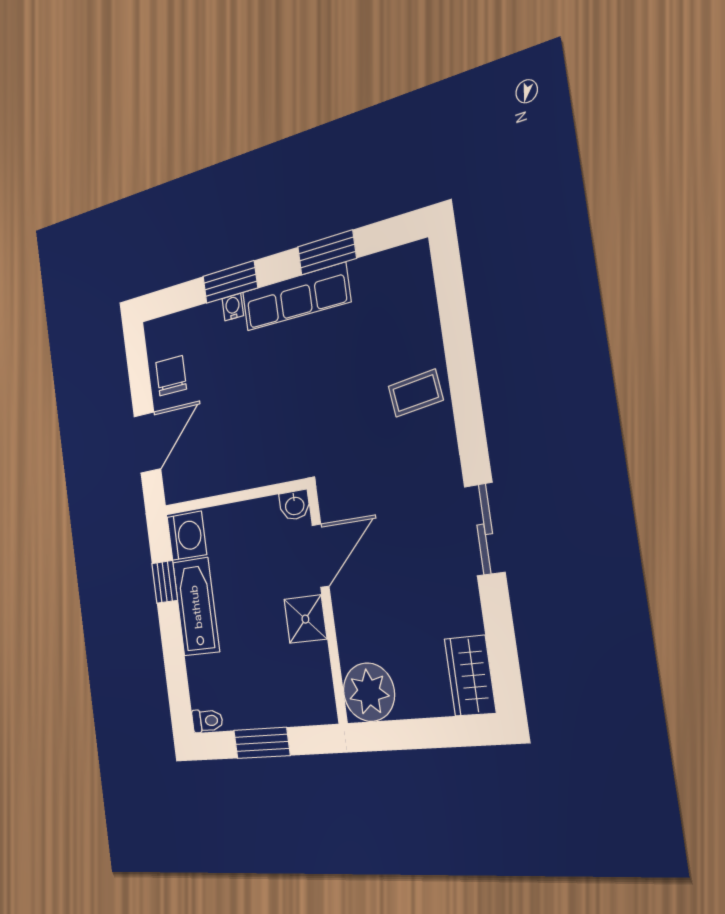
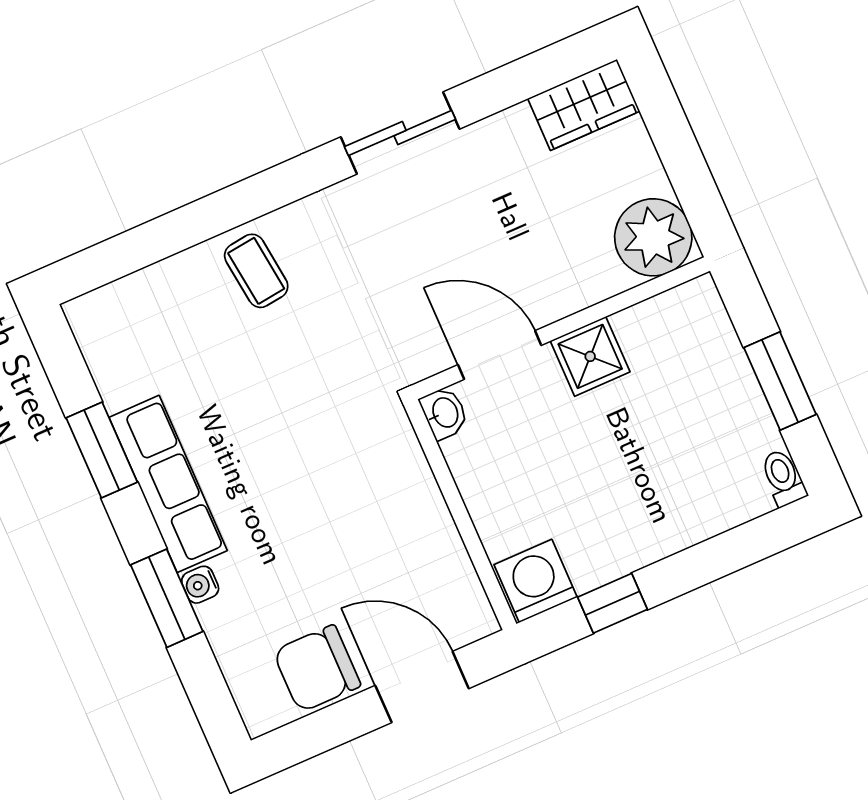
chair: (171, 376) -> (317, 668), width x1.37, depth x1.37
bathtub: (196, 607) -> (630, 539), removed

